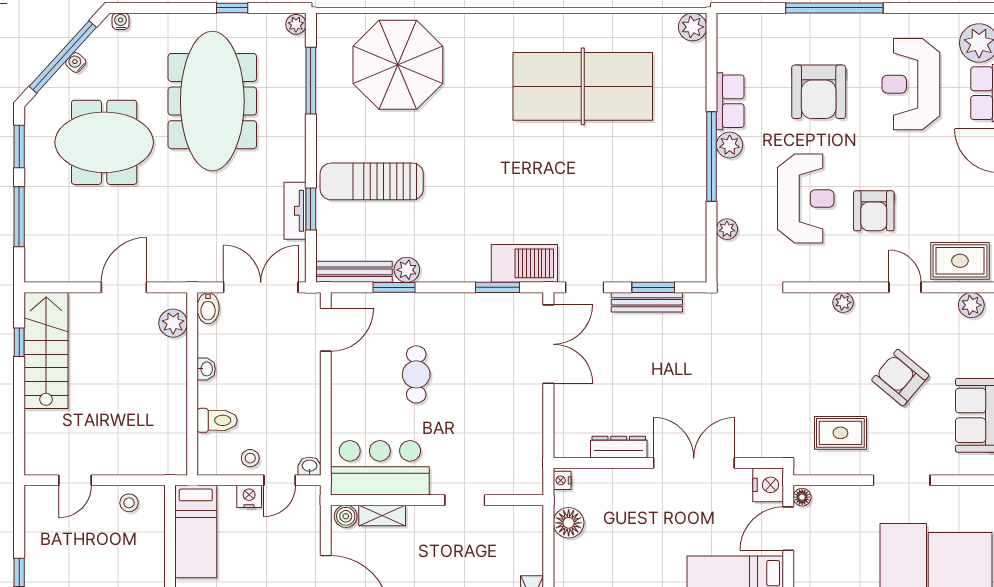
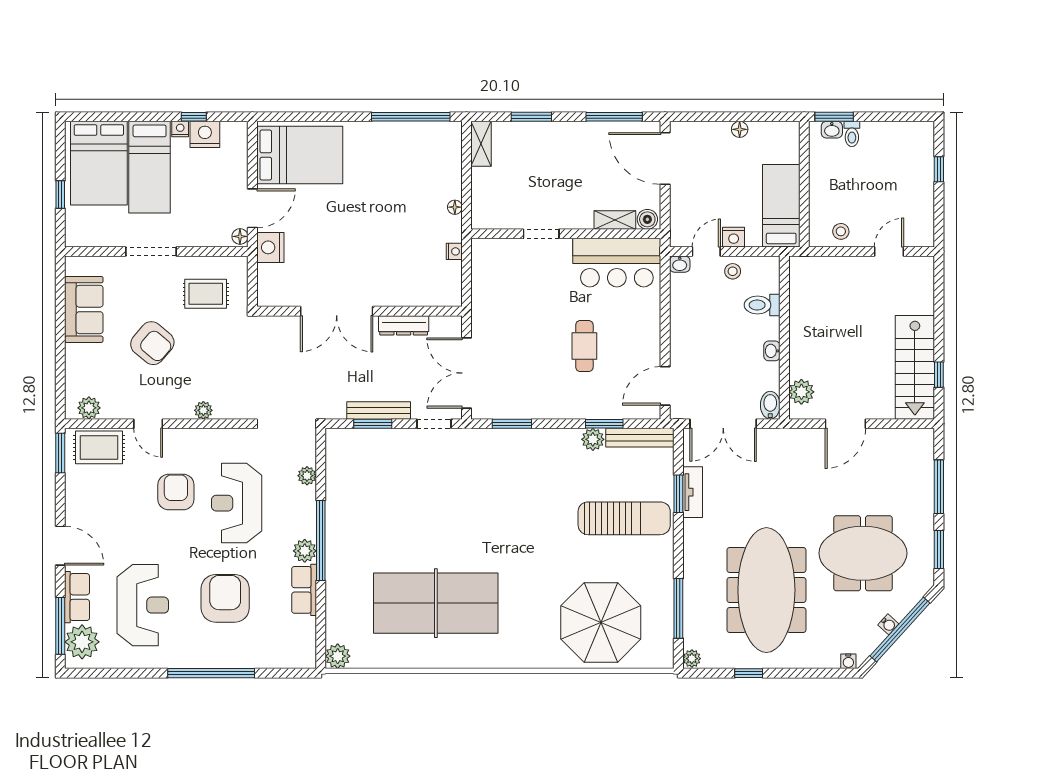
barbecue: (524, 263) -> (488, 445), removed
dresser: (619, 447) -> (404, 325), moved
wall: (668, 463) -> (359, 311), moved
double door: (694, 463) -> (337, 311), moved
floor lamp: (569, 523) -> (455, 207), width x0.53, depth x0.53

